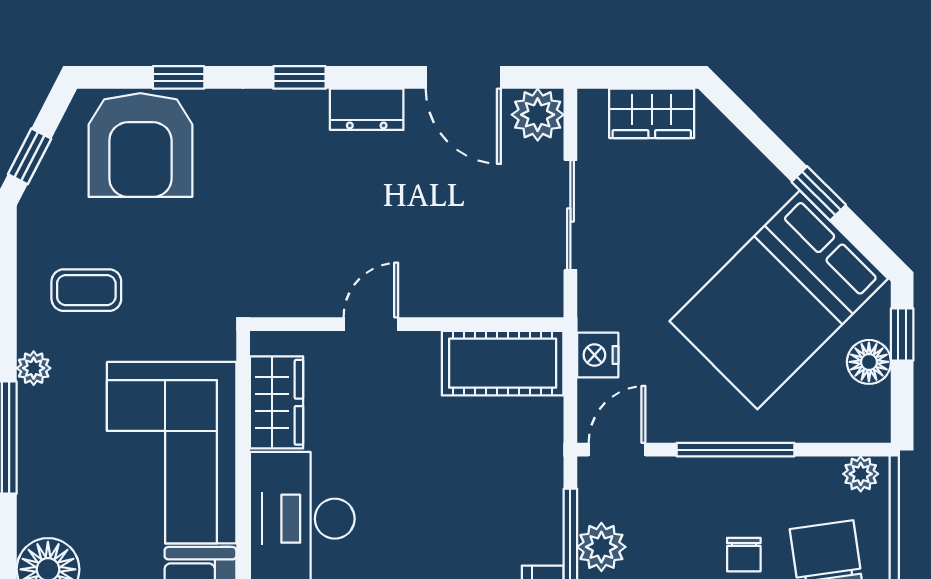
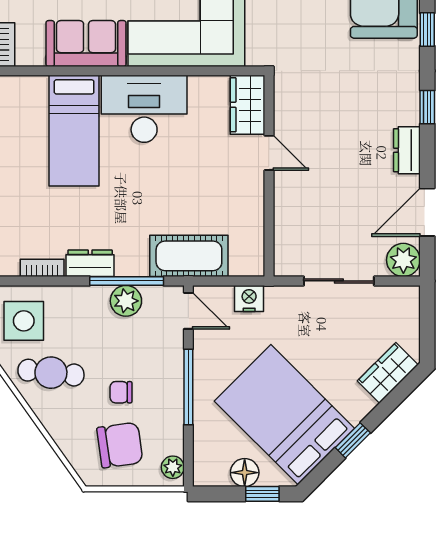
wardrobe: (652, 113) -> (388, 373), moved, turned 45
cot: (503, 363) -> (189, 256), moved, turned 90
wardrobe: (277, 402) -> (248, 105), moved, turned 90

